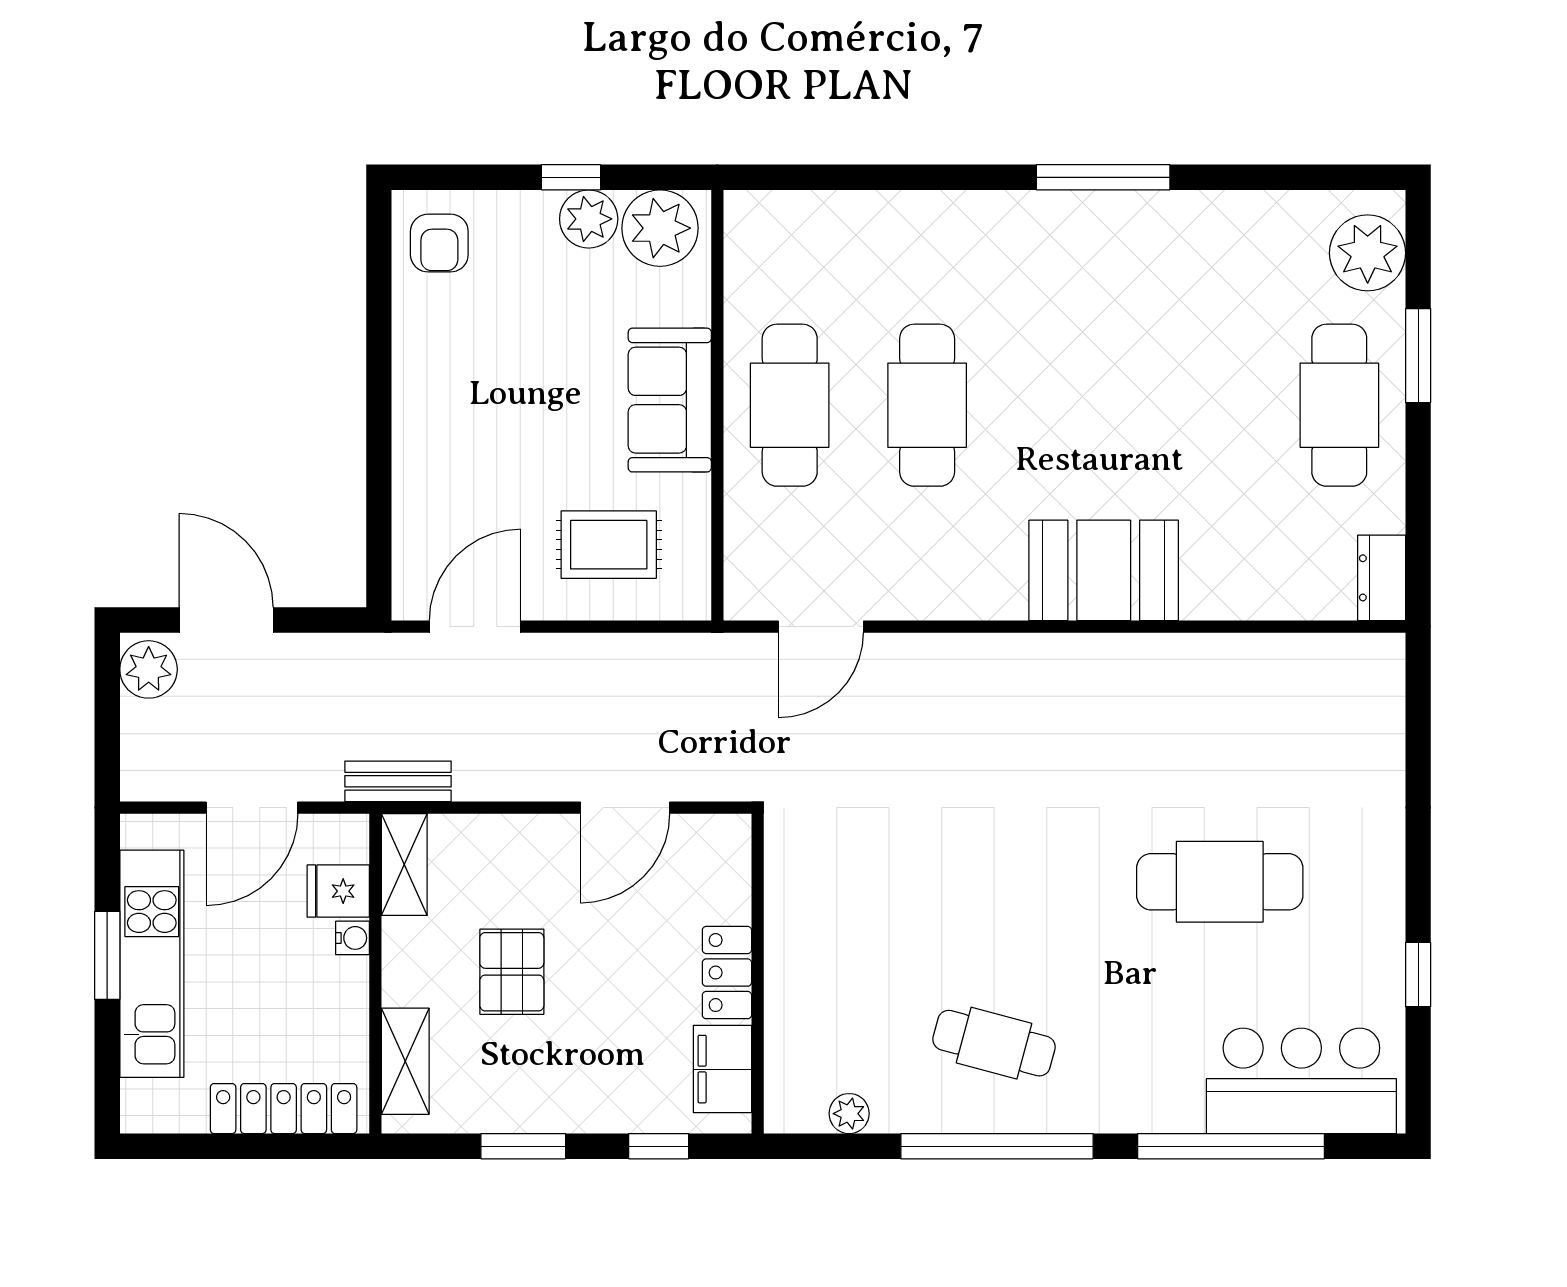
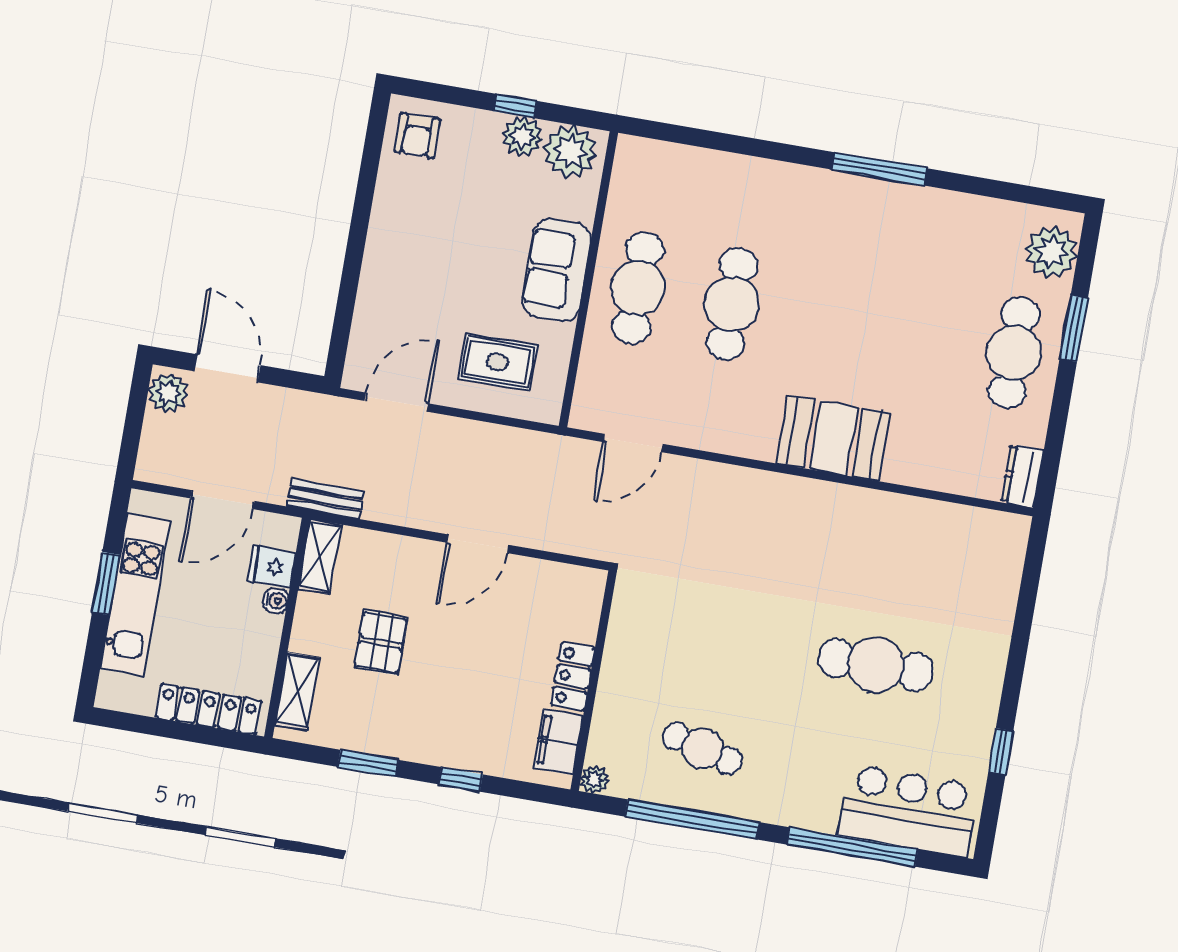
locker: (727, 973) -> (573, 676), moved
wall: (758, 974) -> (594, 681), moved
filing cabinet: (722, 1069) -> (558, 742), moved

